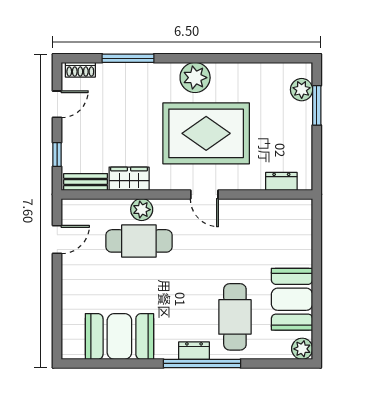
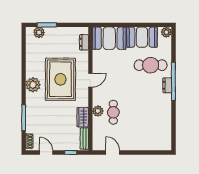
cafe table: (139, 241) -> (113, 112), width x0.73, depth x0.74
booth: (119, 336) -> (109, 38), moved, turned 90

